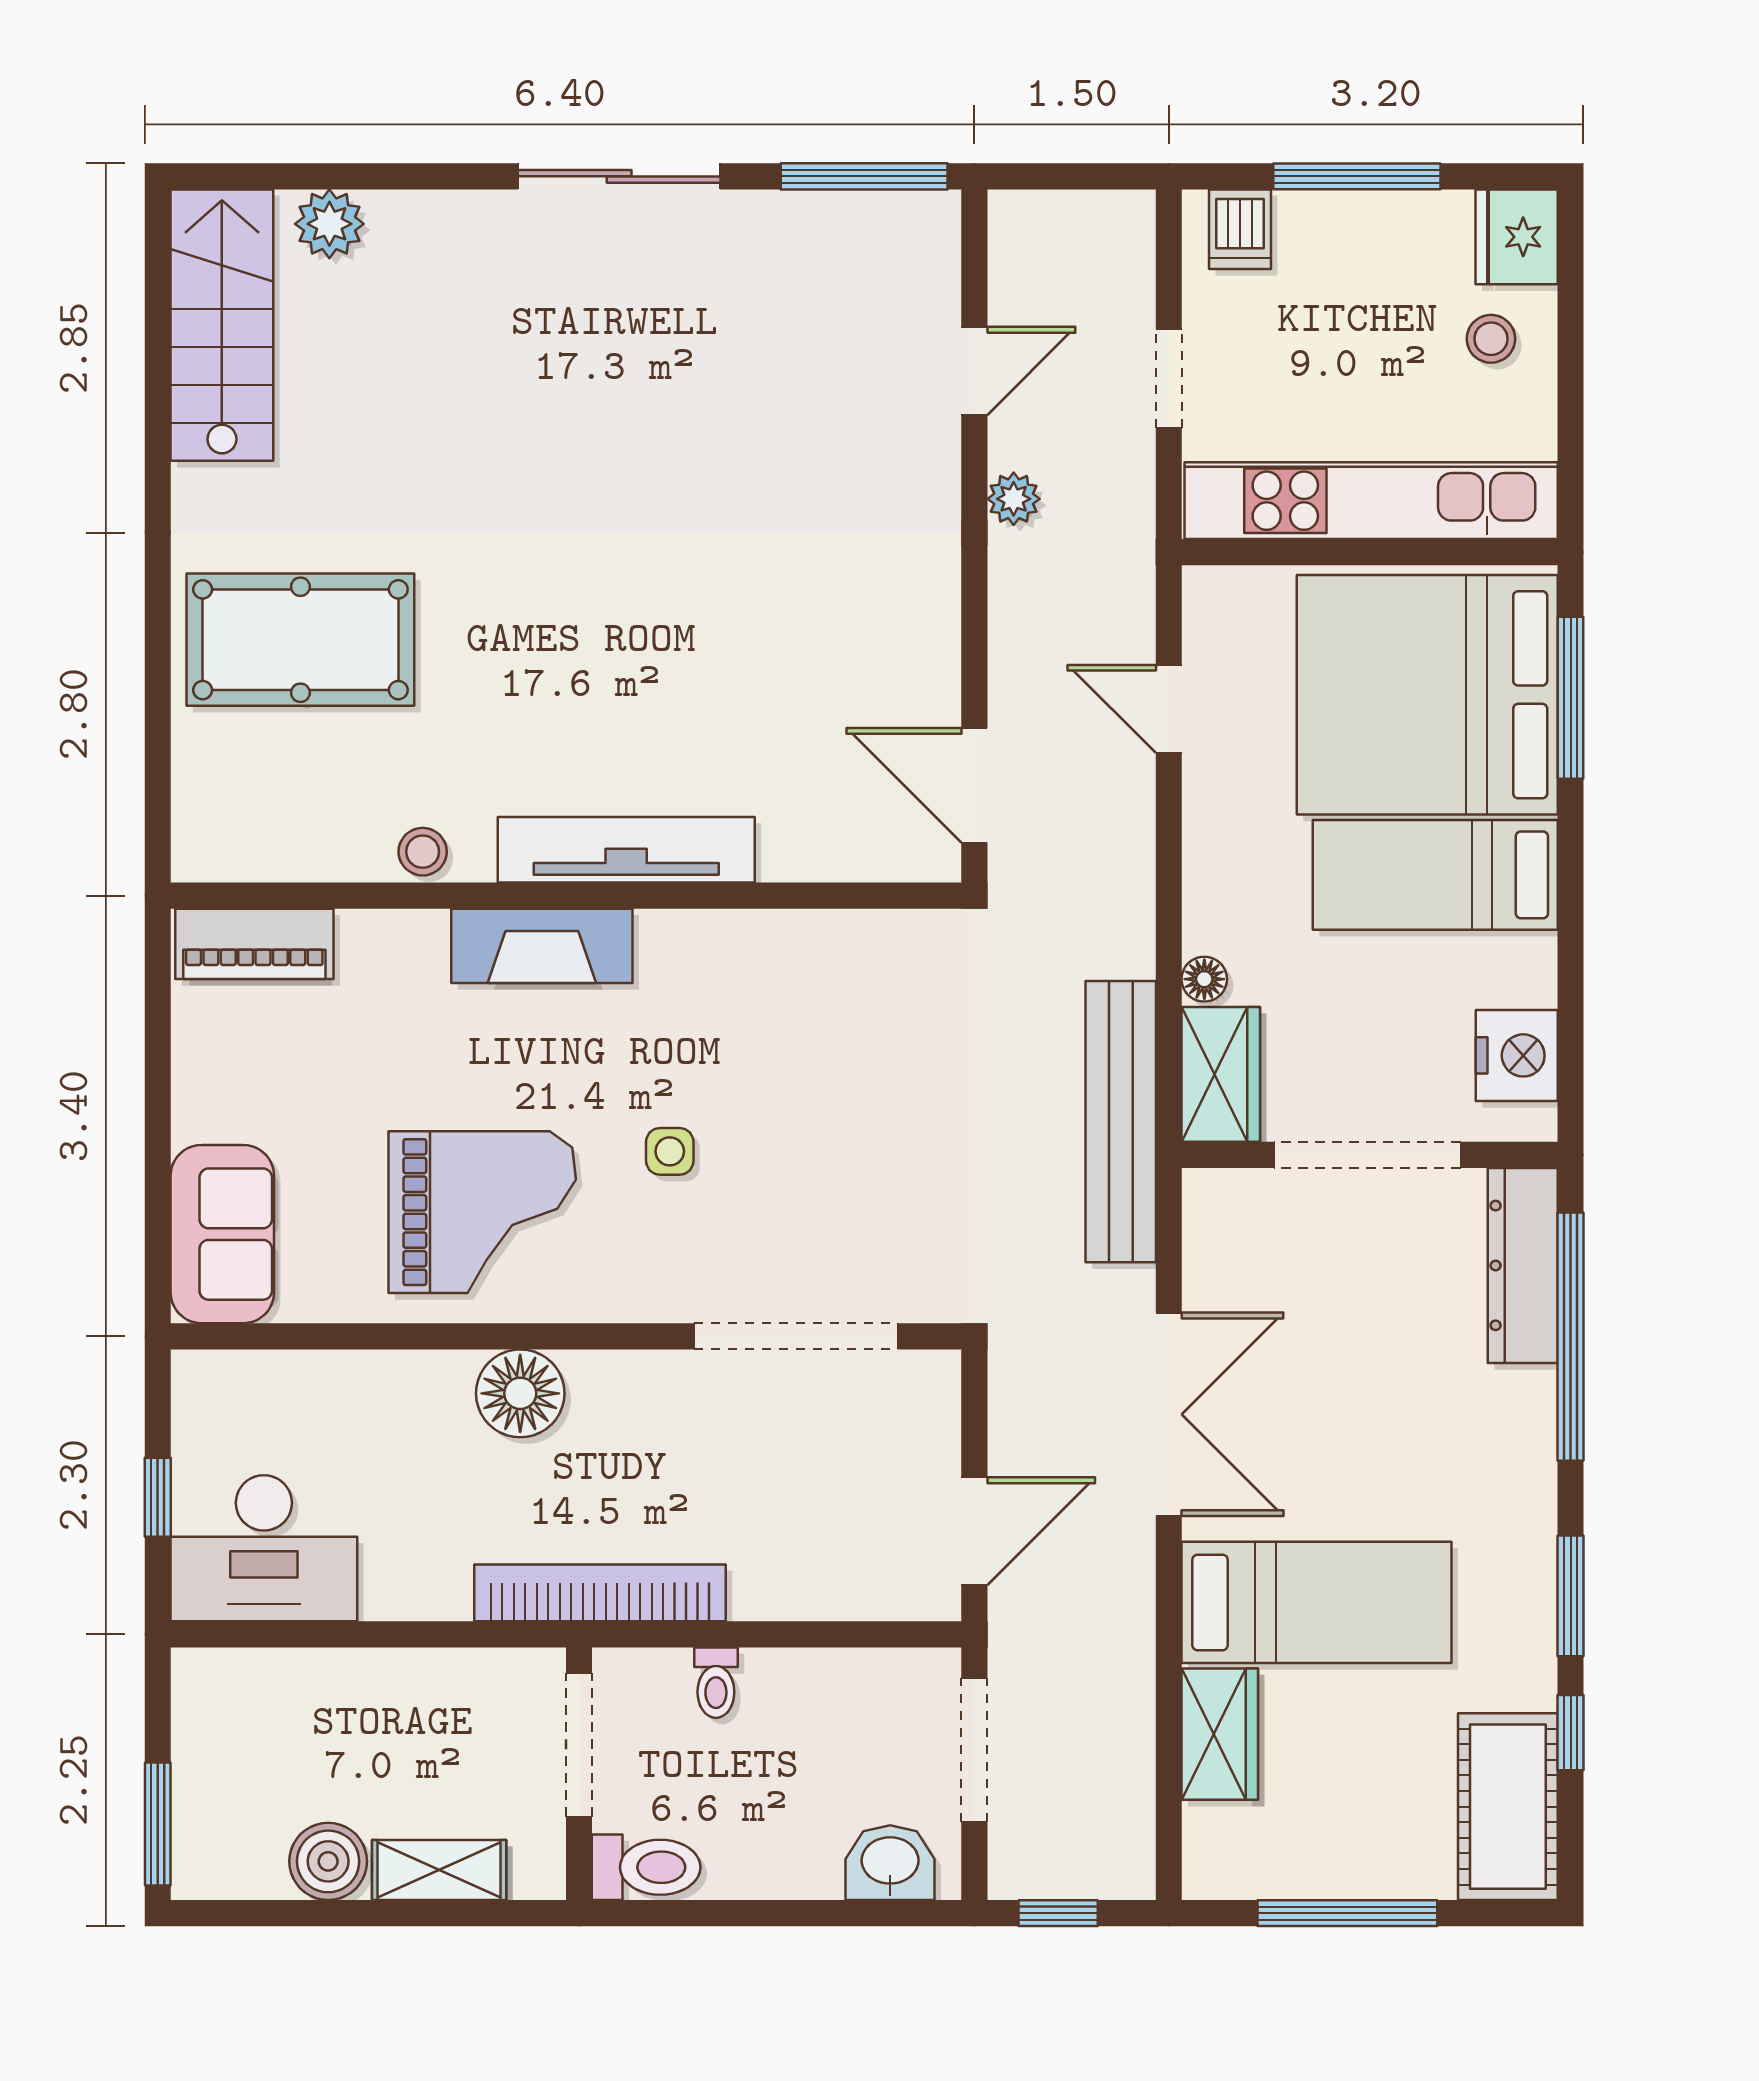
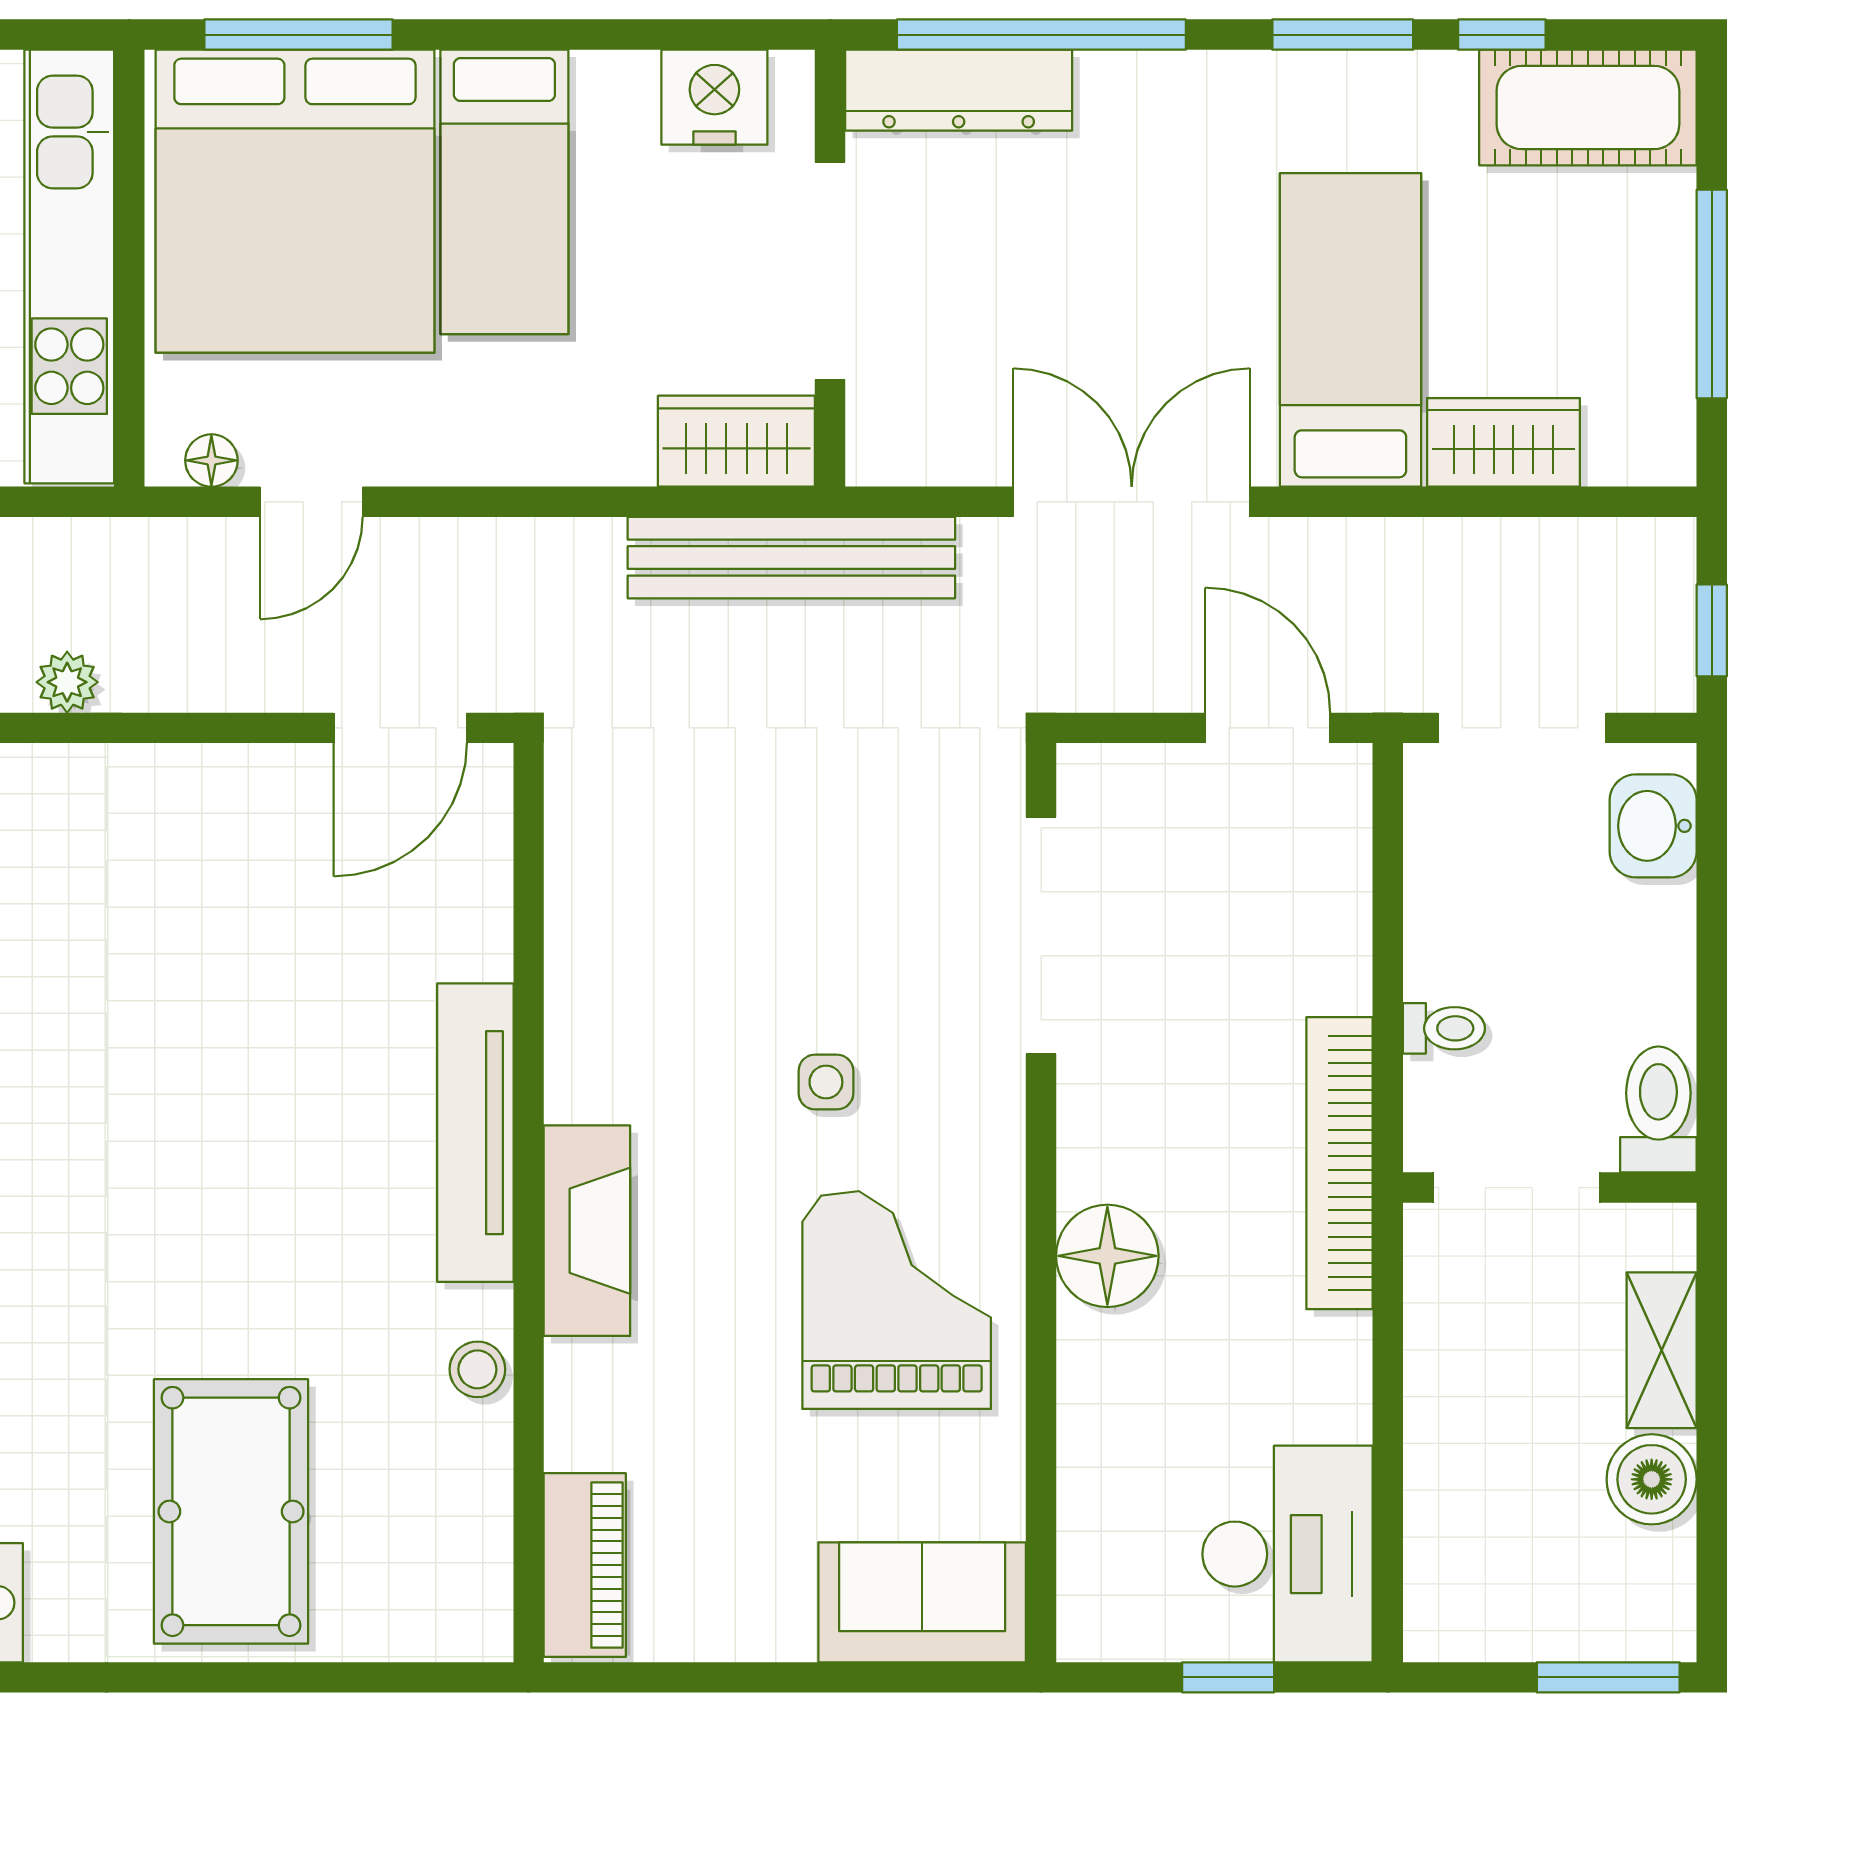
floor lamp: (1204, 979) -> (211, 460), moved

